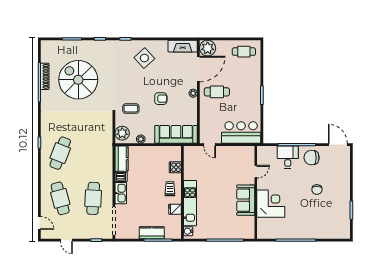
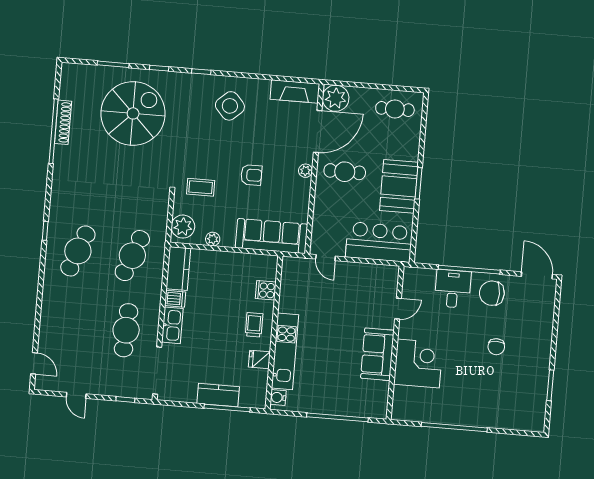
spiral stairs: (78, 80) -> (133, 113), moved, turned 90
booth: (250, 98) -> (399, 186), added
cafe table: (60, 198) -> (132, 256), moved, turned 36

